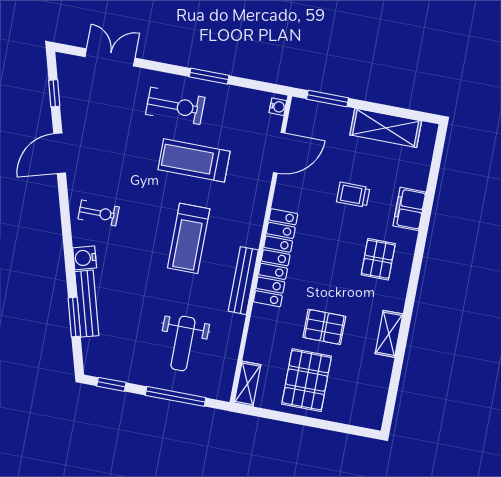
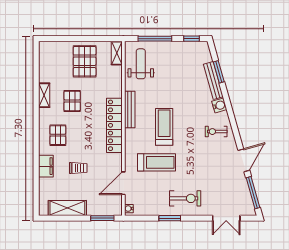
window: (54, 93) -> (253, 193), width x2.17
exercise bike: (175, 106) -> (185, 198), turned 180
treadmill: (194, 160) -> (156, 162), moved
pallet: (324, 327) -> (72, 101), moved, turned 90
weight bench: (183, 344) -> (141, 64), moved

